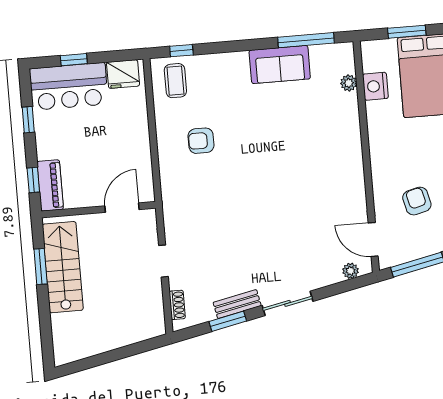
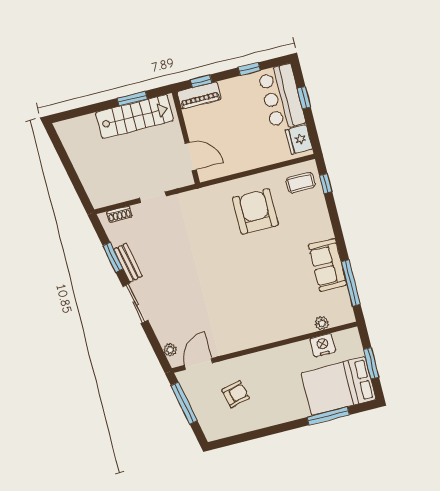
armchair: (201, 141) -> (255, 211), width x1.88, depth x1.88

